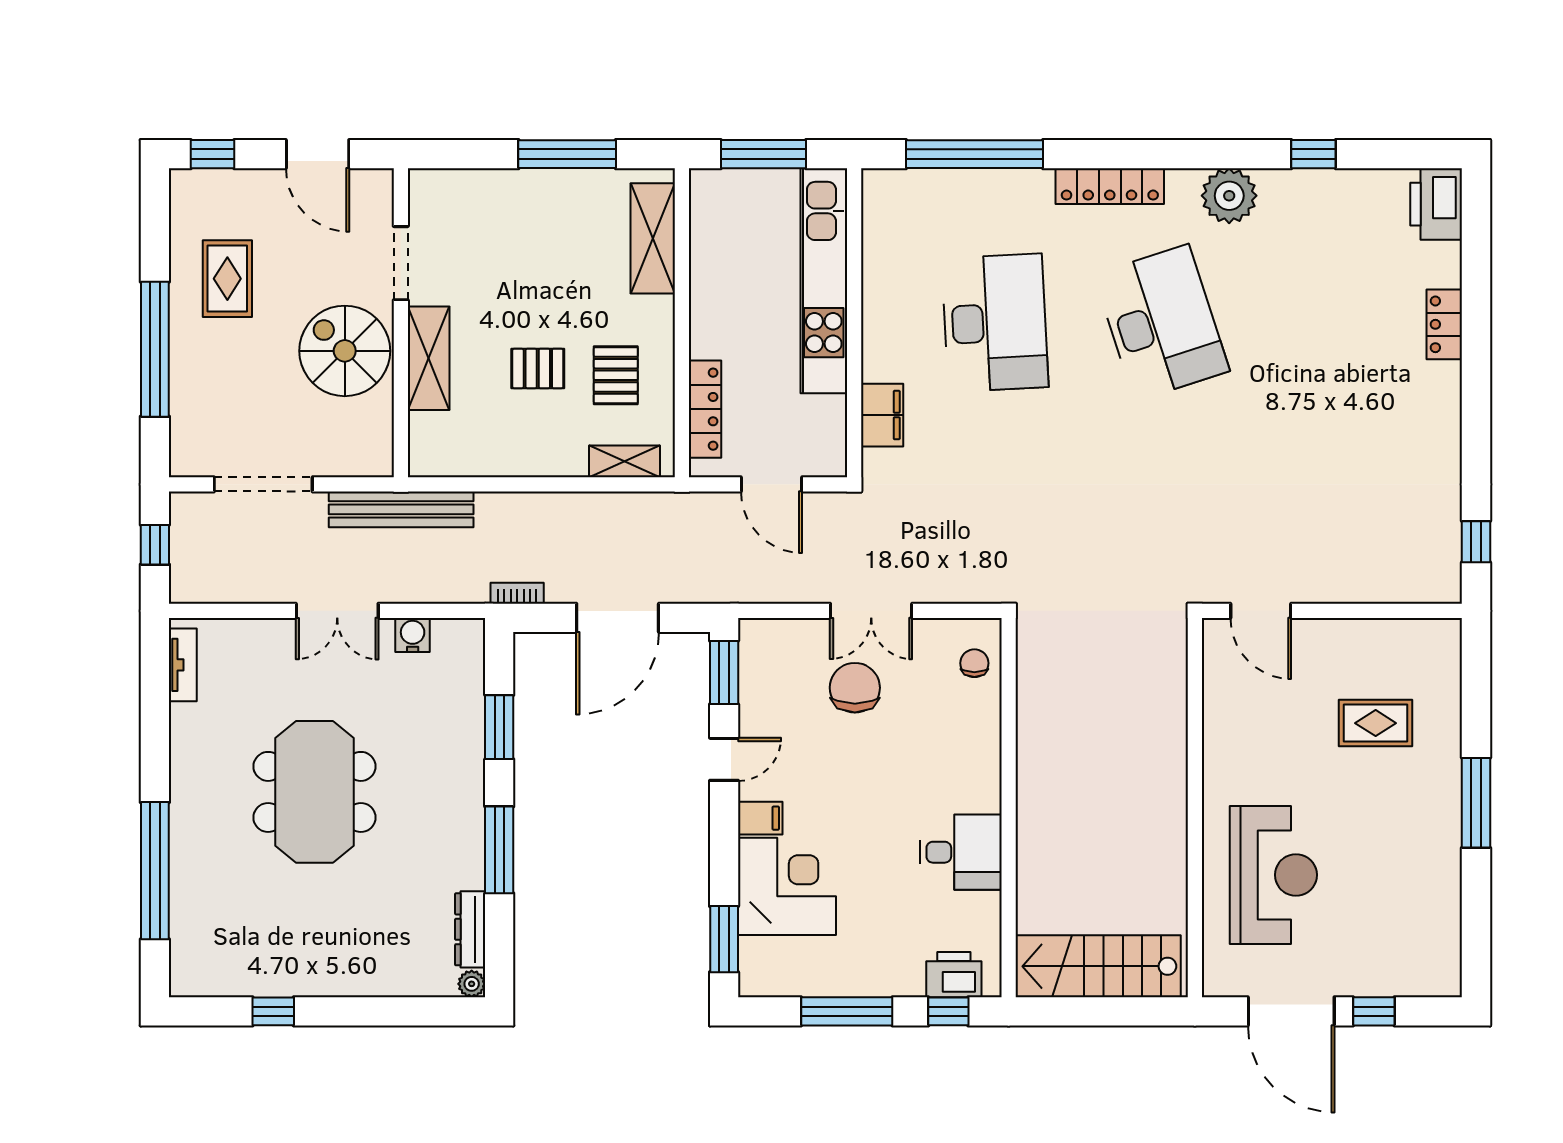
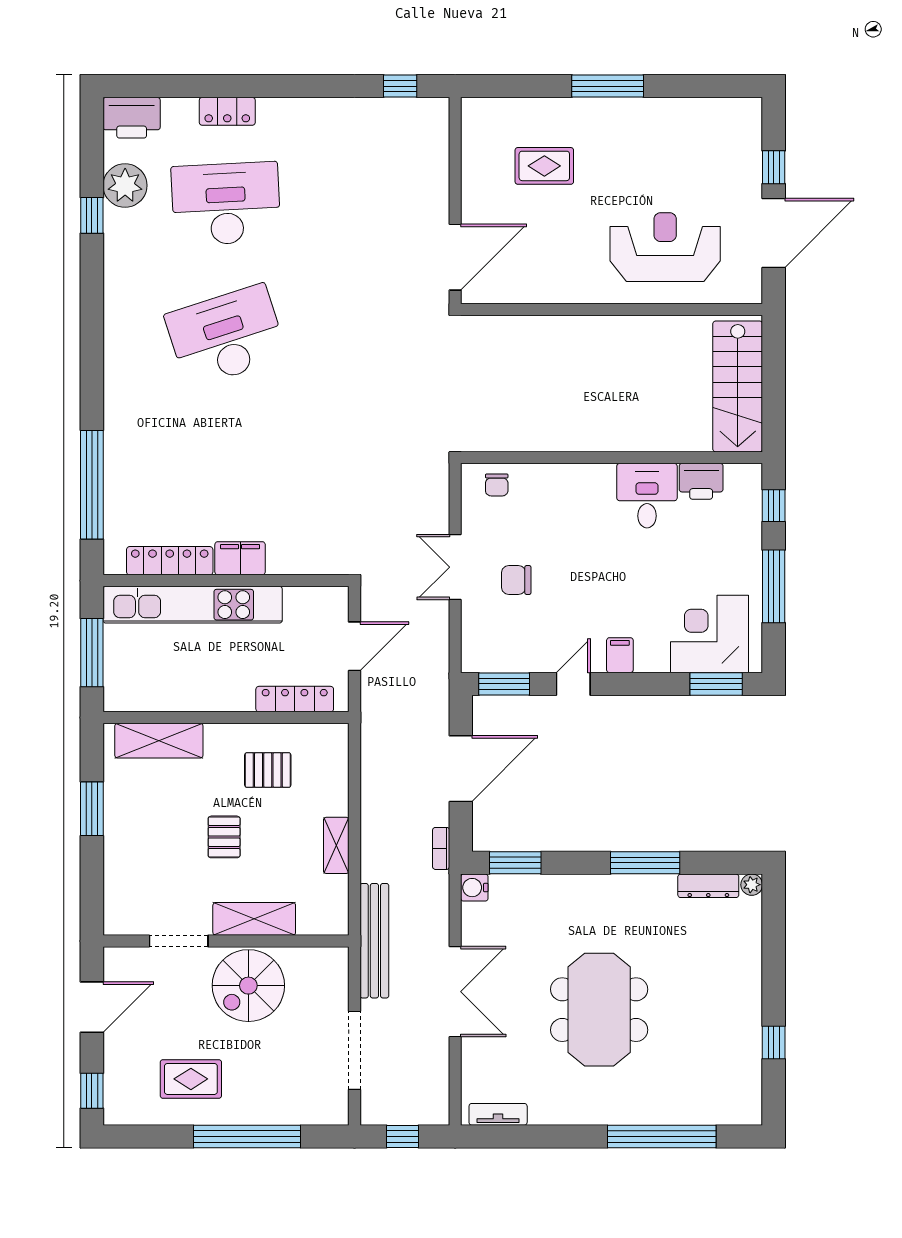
window: (567, 154) -> (92, 809), width x0.69
locker: (1110, 186) -> (170, 561), moved, turned -90
plant: (1229, 196) -> (125, 185), moved
desk: (995, 323) -> (226, 204), moved
pallet: (538, 368) -> (224, 837), moved
filing cabinet: (882, 415) -> (240, 558), moved
shelving: (624, 461) -> (336, 845), moved
double door: (337, 611) -> (455, 992), width x1.37
double door: (871, 611) -> (455, 567), swing flipped
door: (1261, 611) -> (455, 257), width x1.36
door: (618, 618) -> (461, 769), hinge flipped
water cooler: (413, 635) -> (474, 888), moved
chair: (974, 663) -> (497, 485), turned -90
chair: (855, 688) -> (516, 580), width x0.73, depth x0.73
rug: (1376, 723) -> (544, 166), turned 90
window: (499, 727) -> (515, 863), moved
door: (724, 759) -> (573, 684), hinge flipped
meeting table: (314, 792) -> (599, 1010), turned 90
corner desk: (787, 886) -> (709, 634), moved
printer: (954, 975) -> (701, 481), moved, turned -90

